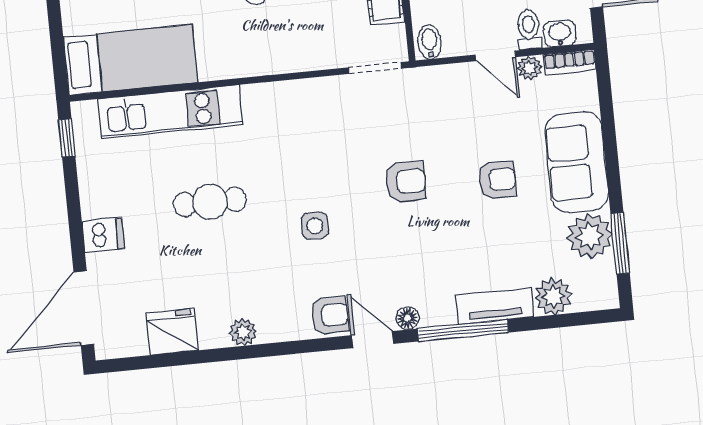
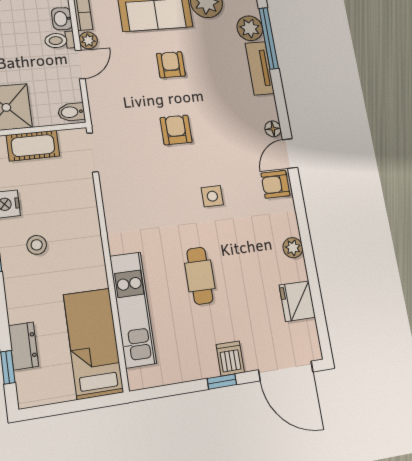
window: (67, 138) -> (222, 382), moved
armchair: (330, 315) -> (275, 184), turned -90
window: (463, 331) -> (269, 38), moved

